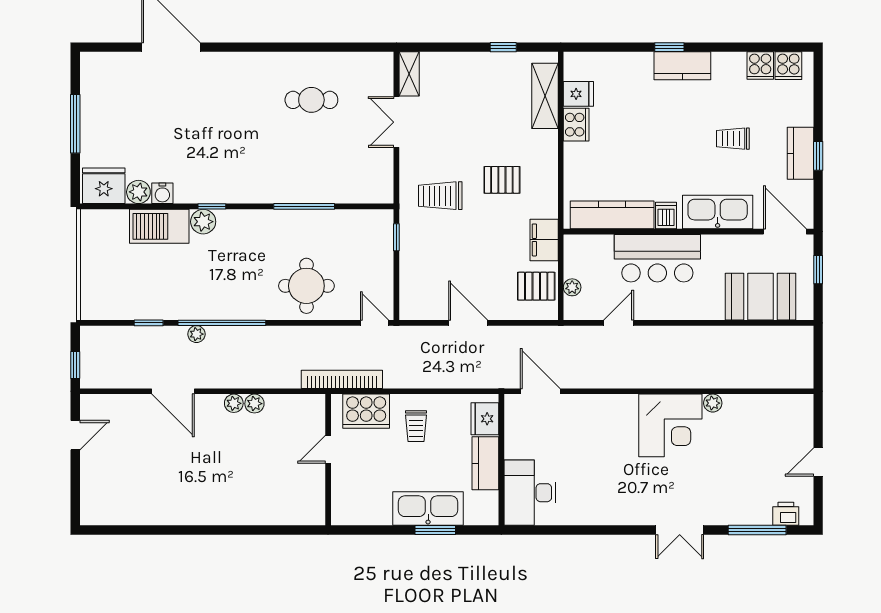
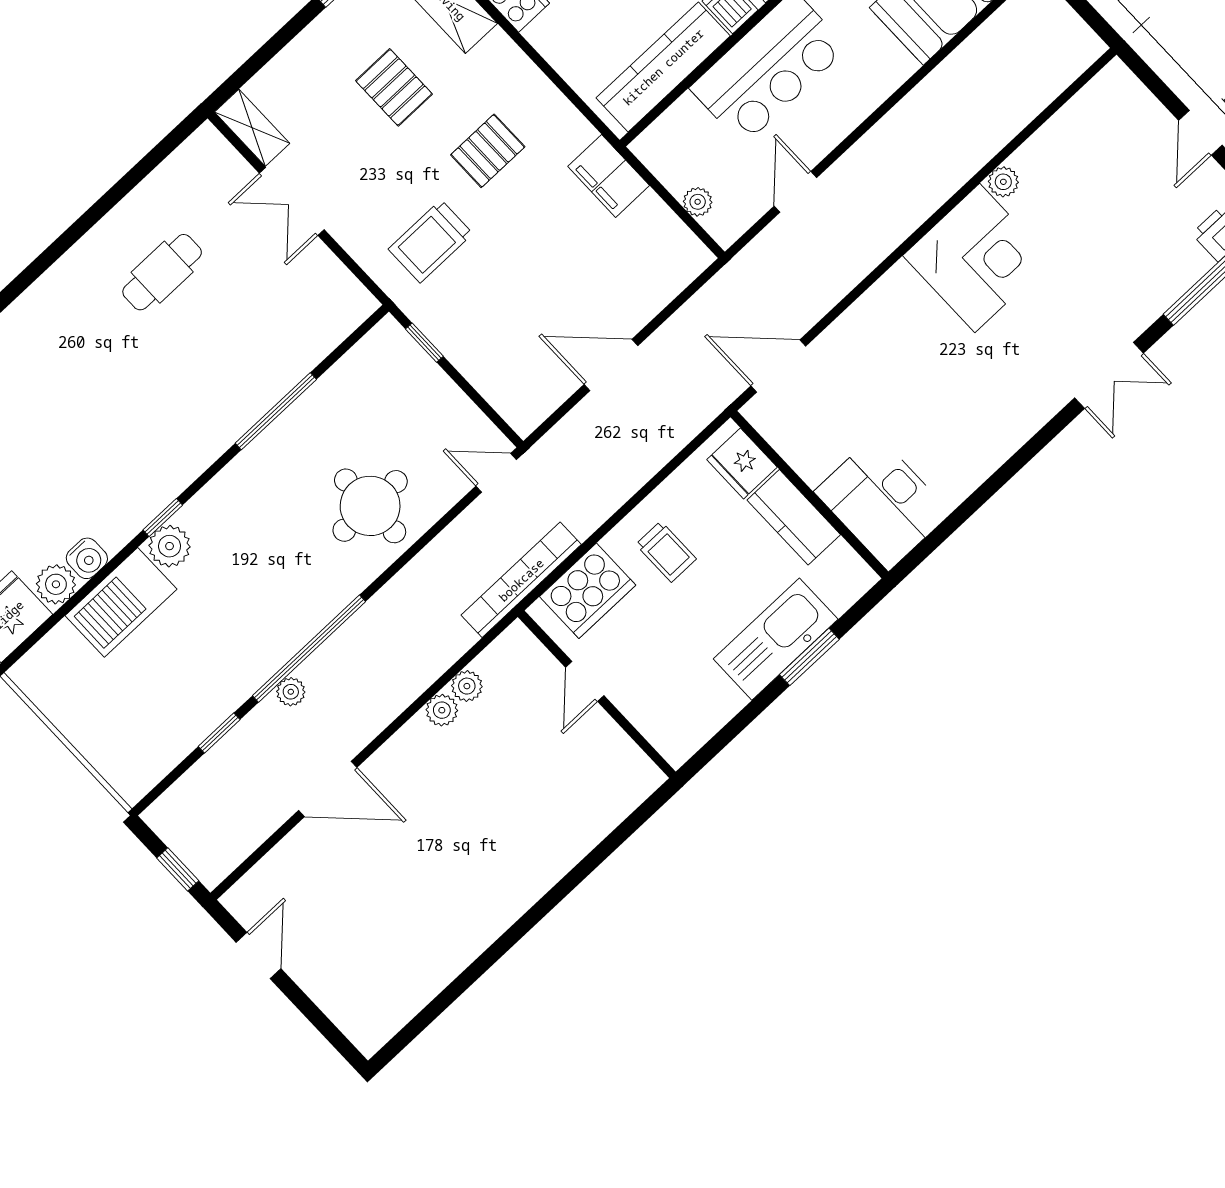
pallet: (536, 286) -> (394, 87), moved, turned 90
plant: (234, 403) -> (467, 686), moved

